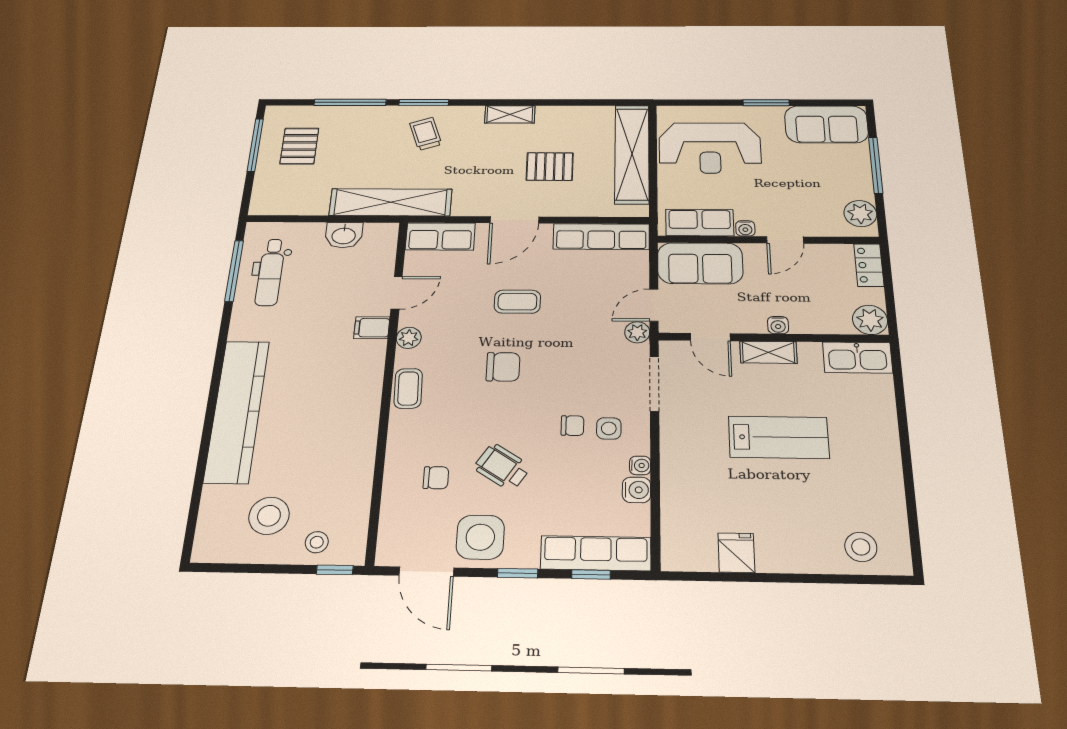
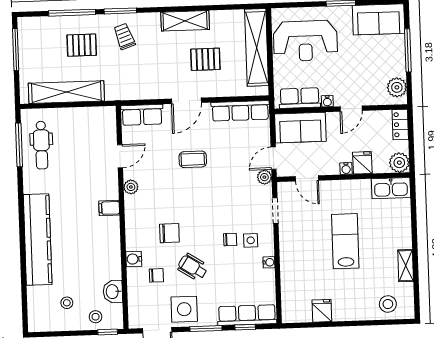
shelving: (510, 114) -> (185, 21), width x1.50, depth x1.33
pallet: (299, 146) -> (82, 45), moved, turned 90
shelving: (391, 202) -> (66, 92), moved
washbasin: (344, 235) -> (113, 292), moved, turned 90
fridge: (806, 318) -> (362, 163), added
filing cabinet: (372, 328) -> (109, 208), moved
shelving: (768, 352) -> (406, 266), moved, turned 90
chair: (503, 367) -> (169, 233), moved
doorway: (654, 384) -> (275, 211), width x0.73
coffee table: (408, 388) -> (134, 220), removed
lab bench: (779, 437) -> (345, 241), turned -90
water cooler: (636, 490) -> (134, 259), moved, turned 180
stool: (269, 516) -> (67, 303), width x0.53, depth x0.53
window: (518, 573) -> (206, 329), width x1.50

